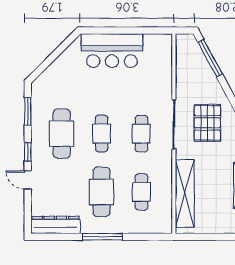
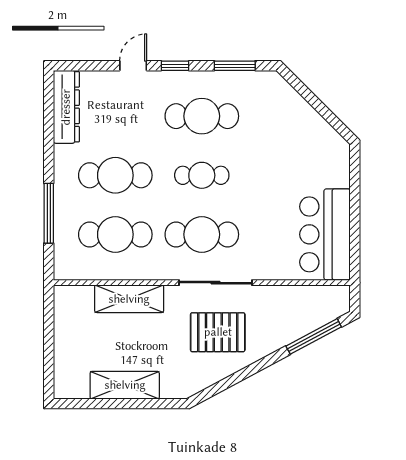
bar counter: (112, 51) -> (325, 234), moved
cafe table: (141, 134) -> (202, 234), width x1.37, depth x1.35
cafe table: (141, 192) -> (115, 234), width x1.37, depth x1.35
shelving: (185, 193) -> (129, 299), width x0.68
window: (102, 237) -> (49, 213), moved

